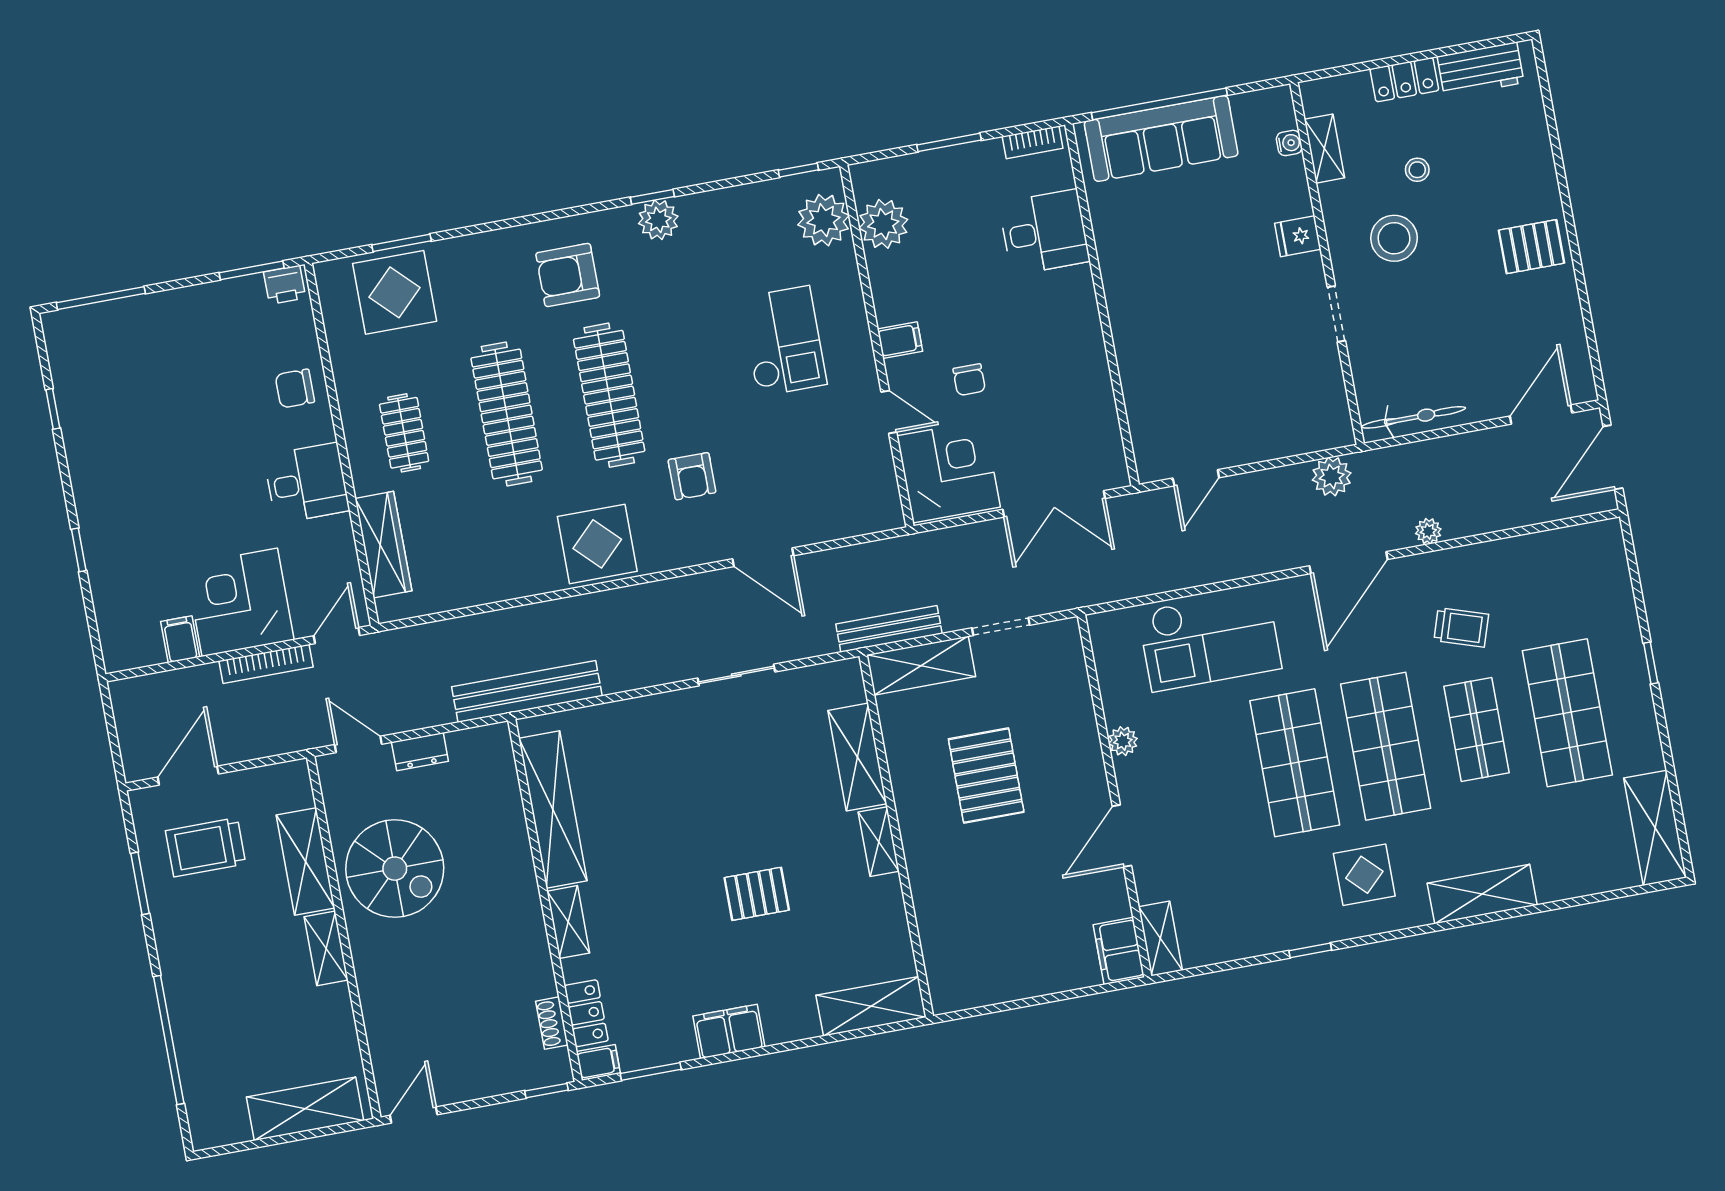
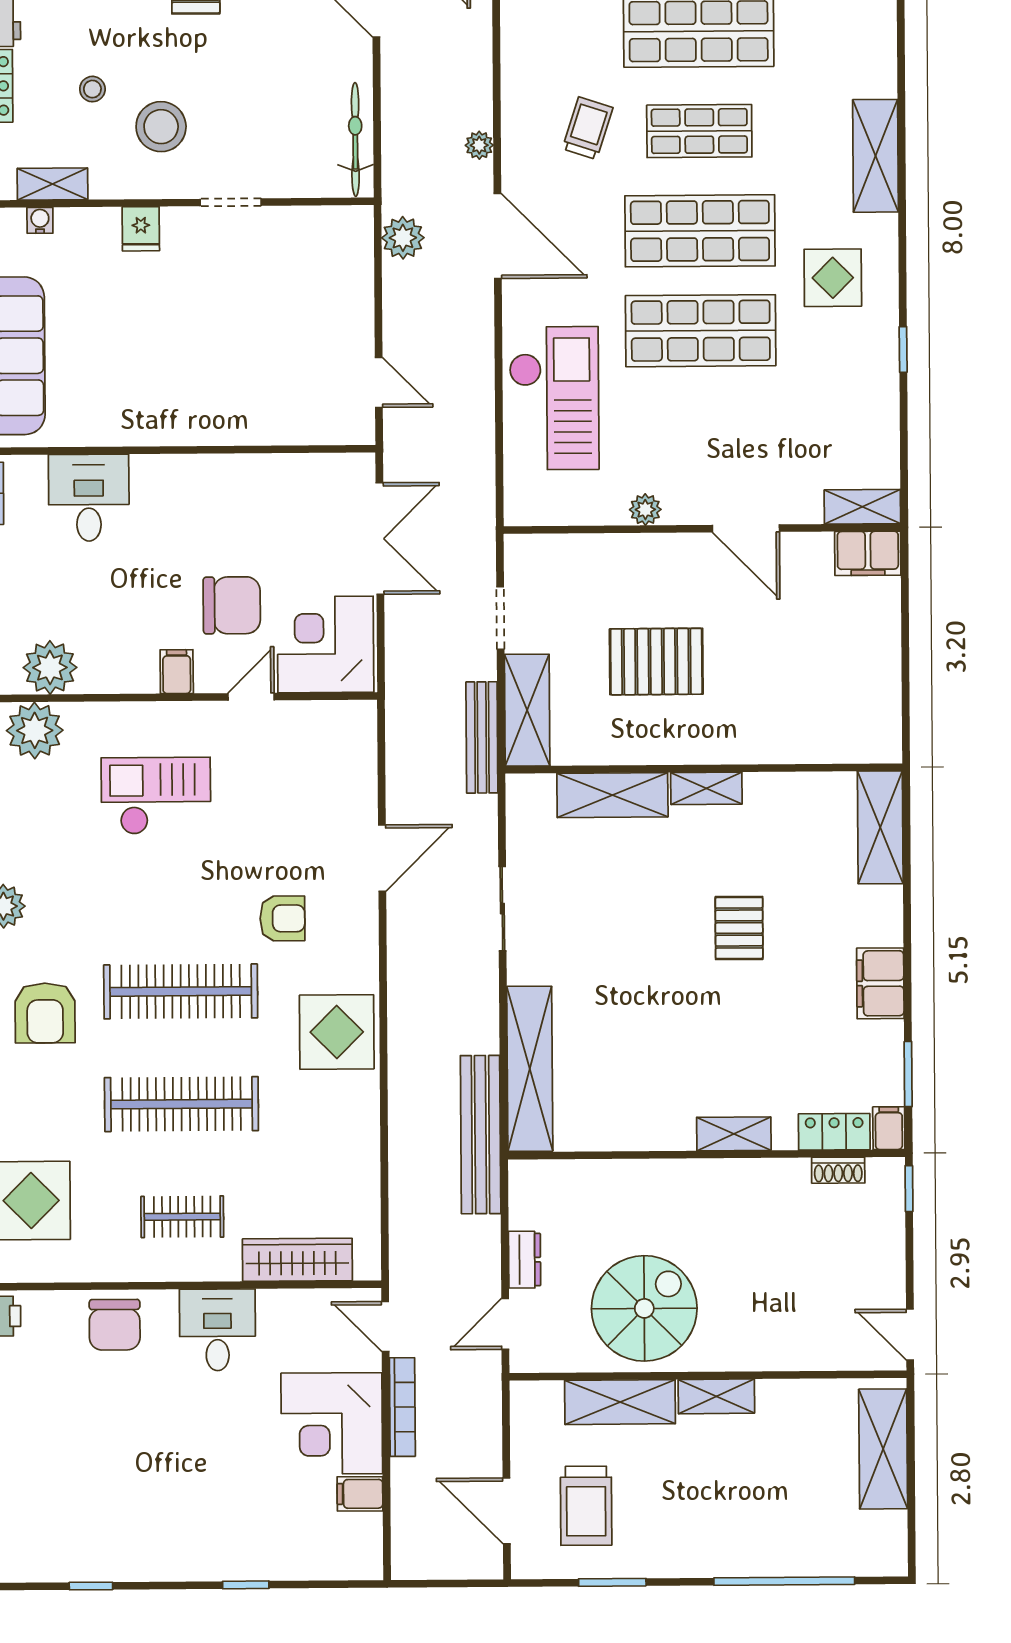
chair: (969, 380) -> (232, 605), width x1.87, depth x1.87
chair: (295, 389) -> (115, 1325), width x1.37, depth x1.37
shelving: (553, 810) -> (530, 1069), moved, turned 90

